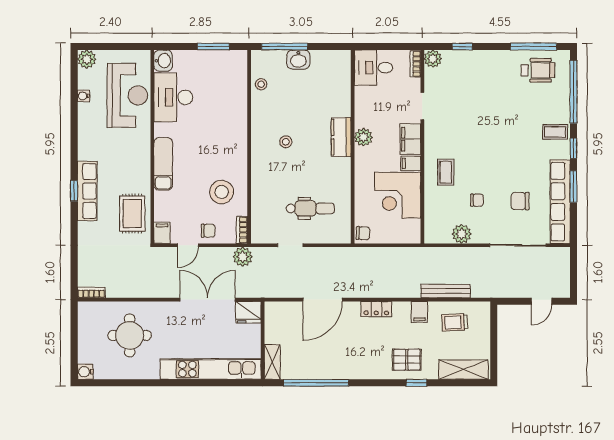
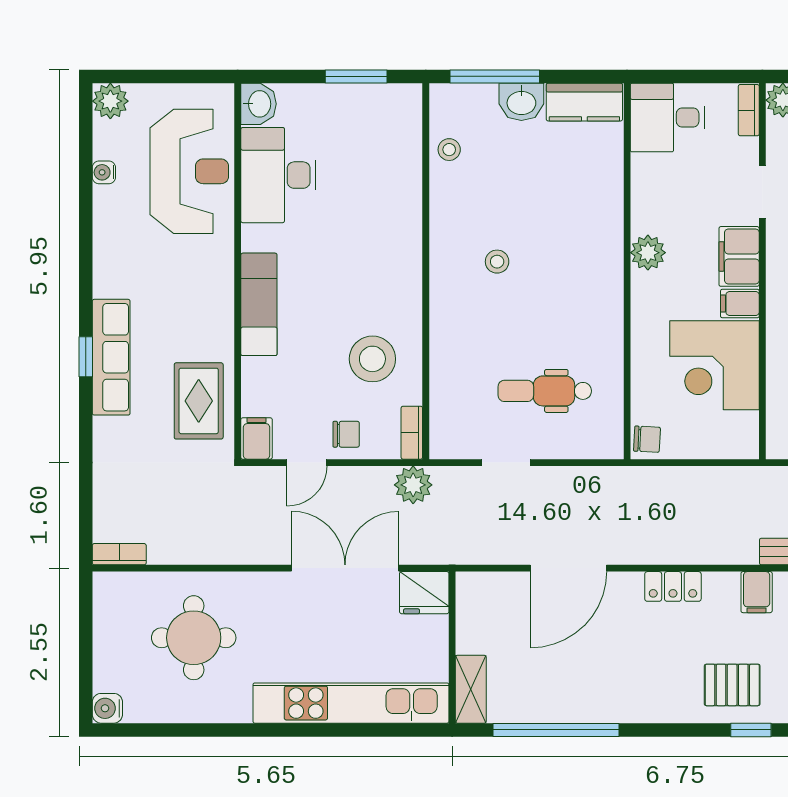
kitchen counter: (341, 137) -> (584, 102), moved, turned -90
dental chair: (310, 208) -> (545, 391), turned 180

